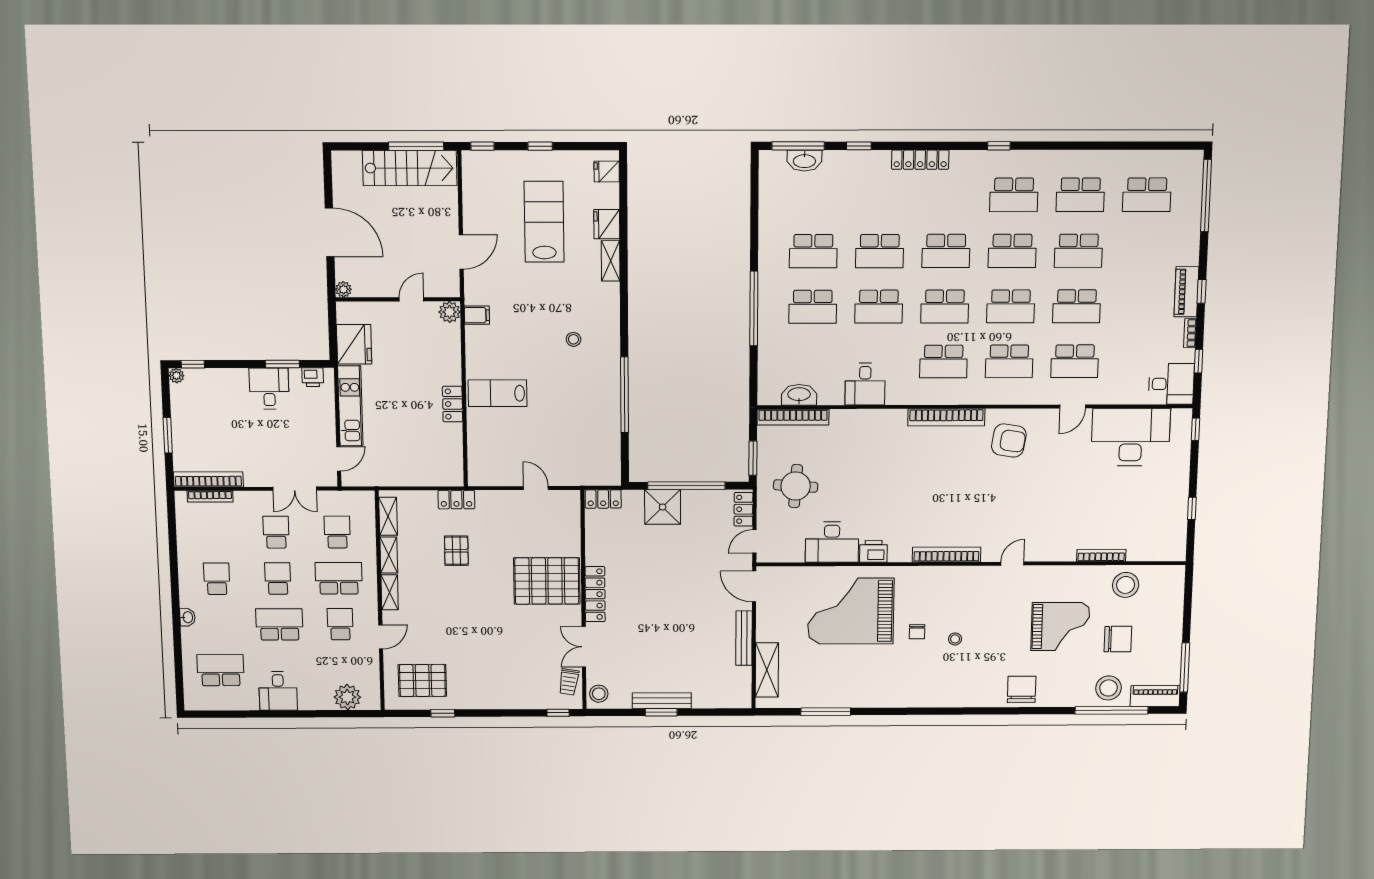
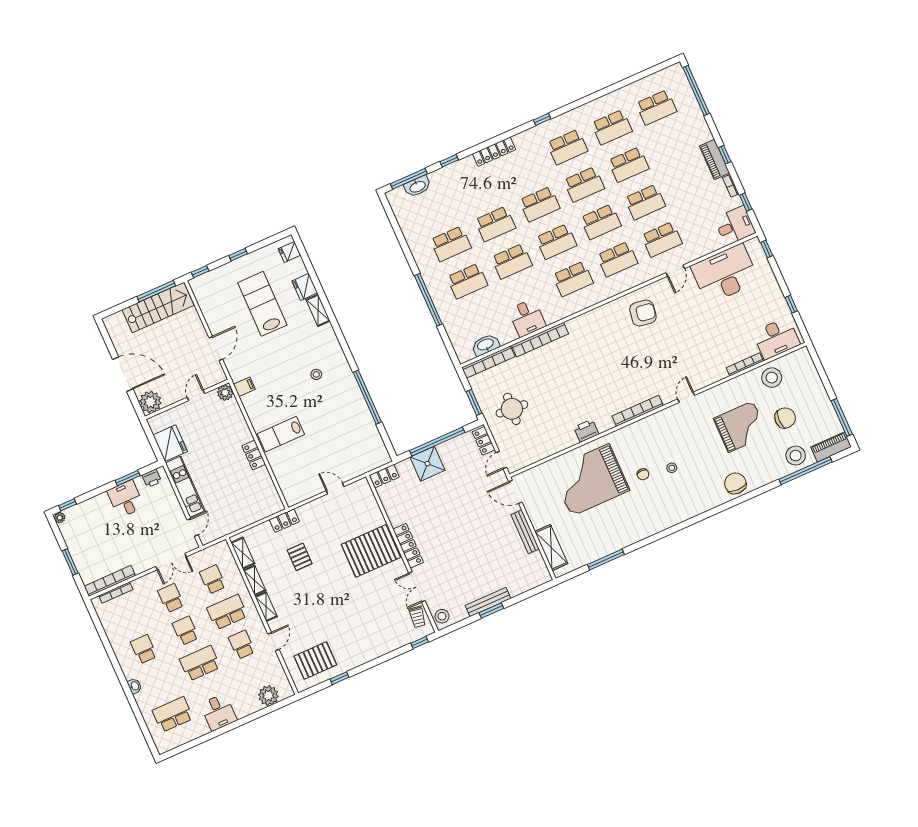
plant: (343, 289) -> (150, 402), width x1.87, depth x1.87
bookcase: (946, 417) -> (540, 340), moved
desk: (832, 542) -> (776, 338), moved

